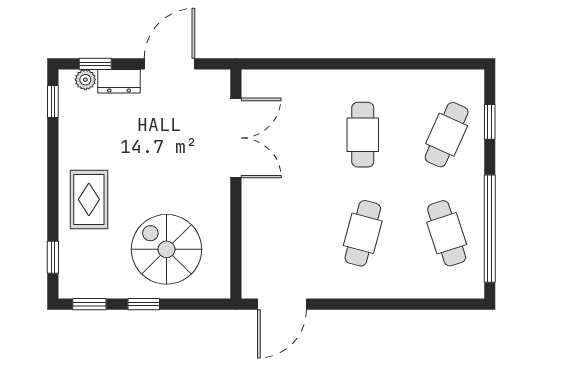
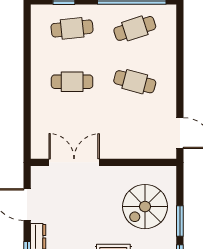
cafe table: (447, 135) -> (72, 28), turned -30
window: (144, 304) -> (180, 221), width x1.50

